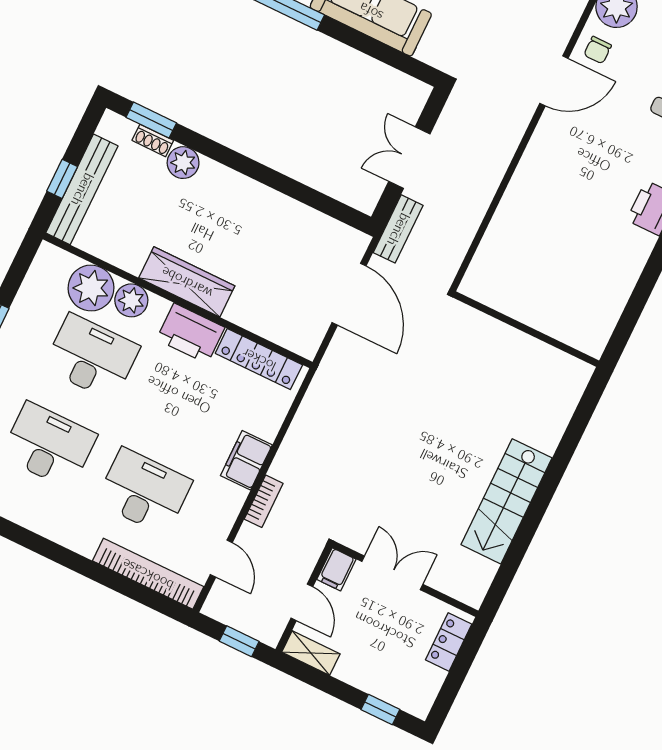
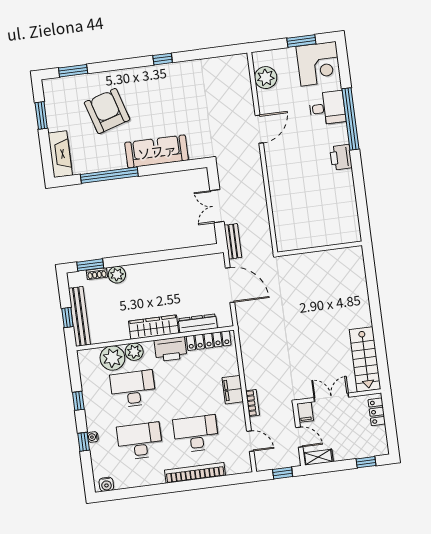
chair: (598, 50) -> (270, 103), removed
dresser: (259, 321) -> (198, 323), added
stairs: (507, 501) -> (365, 359), moved
bookcase: (148, 574) -> (195, 473), moved

